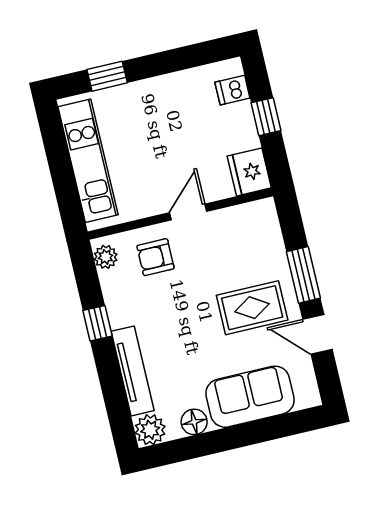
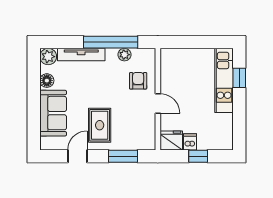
dishwasher: (232, 90) -> (190, 142), moved
kitchen unit: (88, 161) -> (224, 80), moved, turned 90
plant: (106, 257) -> (124, 55), moved
window: (303, 275) -> (123, 156), moved
window: (98, 323) -> (111, 42), width x3.17

